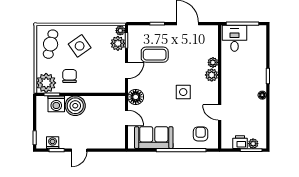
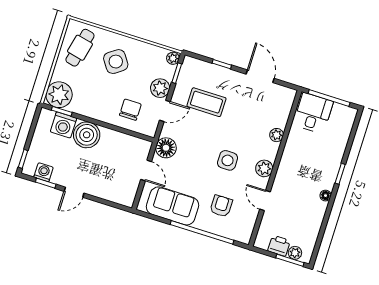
plant: (118, 43) -> (160, 88), moved
plant: (212, 75) -> (264, 168), moved
chair: (70, 76) -> (130, 110), moved
armchair: (201, 134) -> (221, 206), moved

